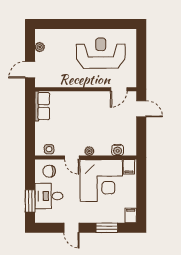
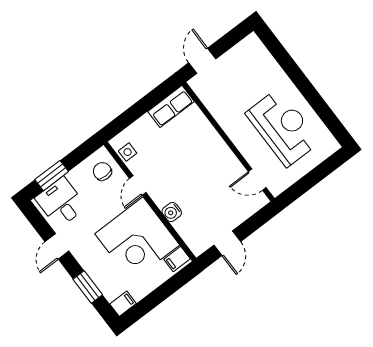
plant: (40, 47) -> (237, 52), removed
door: (30, 70) -> (202, 61), hinge flipped
door: (141, 109) -> (227, 243), moved
water cooler: (118, 150) -> (172, 212), moved
plant: (89, 151) -> (161, 200), removed
desk: (49, 196) -> (61, 203), moved

